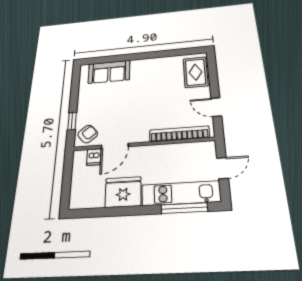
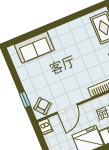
dishwasher: (94, 157) -> (45, 127), moved

